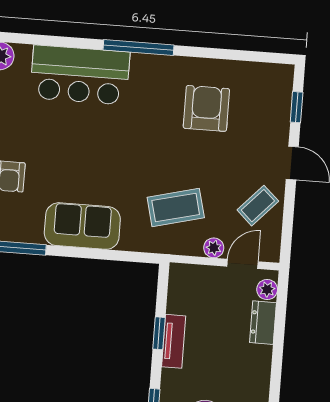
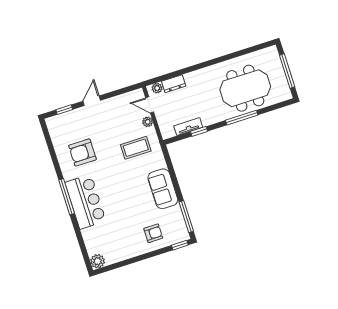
bar counter: (80, 75) -> (85, 202), moved
coffee table: (258, 206) -> (119, 109), removed
coffee table: (176, 207) -> (136, 148), turned -76
tv unit: (174, 341) -> (188, 127), moved

